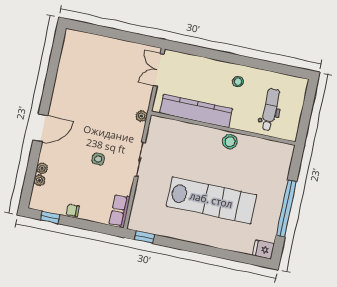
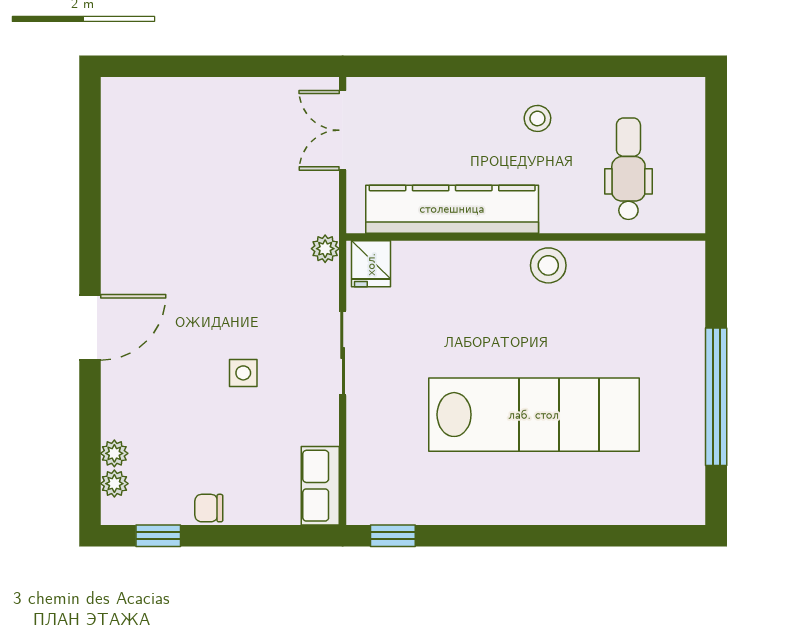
plant: (42, 168) -> (114, 484), moved
fridge: (263, 250) -> (371, 264), moved, turned -90

